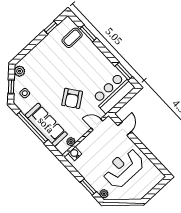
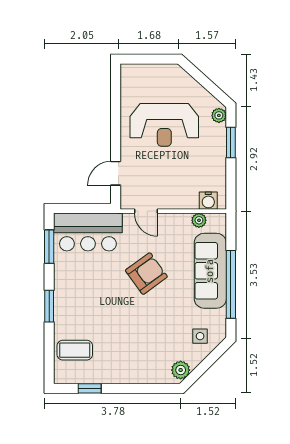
window: (88, 33) -> (49, 306), moved
window: (11, 87) -> (210, 361), removed

